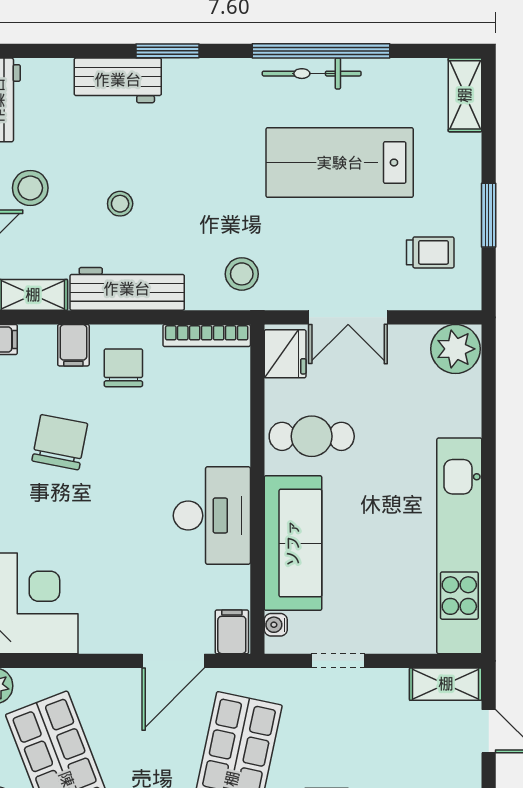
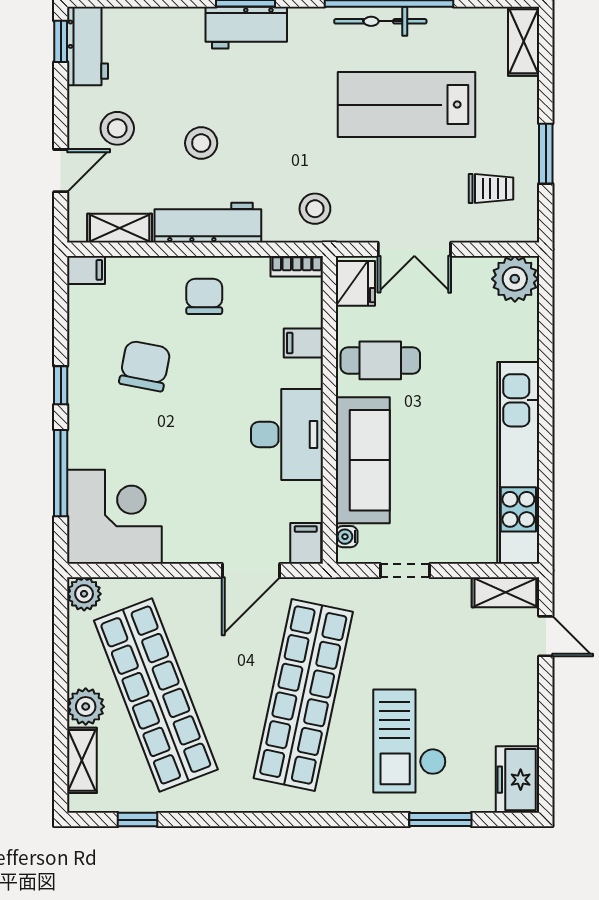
workbench: (118, 80) -> (246, 28), moved
stool: (120, 204) -> (201, 143), width x1.37, depth x1.37
bookcase: (207, 336) -> (297, 266), width x0.64
filing cabinet: (73, 345) -> (303, 343), moved, turned 90

